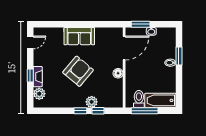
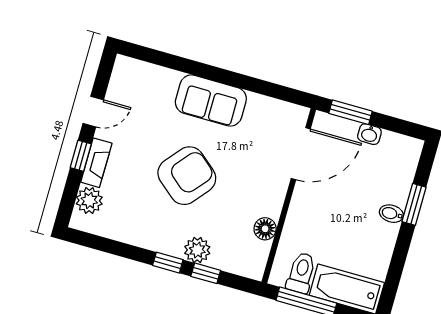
door: (30, 42) -> (93, 112), moved
floor lamp: (118, 73) -> (265, 229), moved

